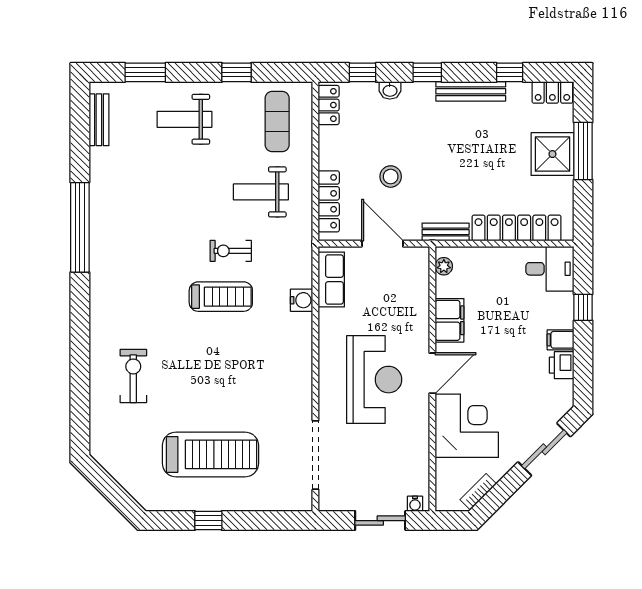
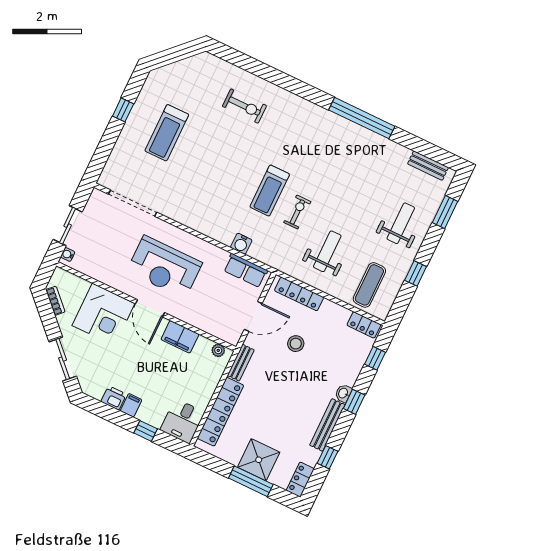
washbasin: (390, 90) -> (343, 393), moved
exercise mat: (277, 121) -> (369, 285), turned 90
treadmill: (210, 454) -> (167, 133), width x0.73, depth x0.73

